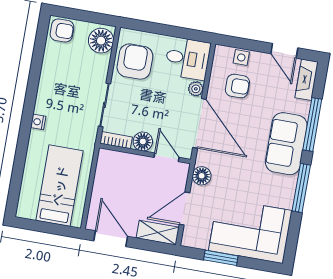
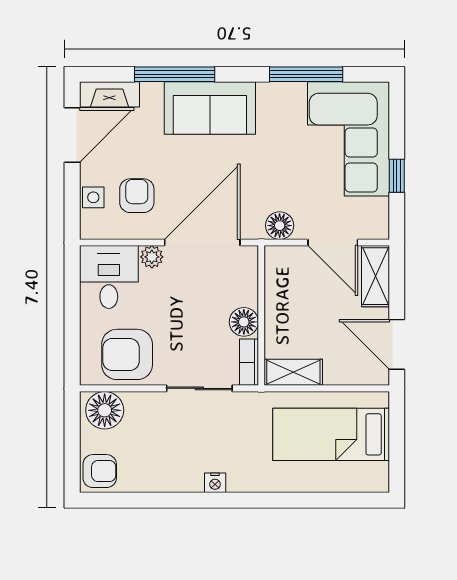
armchair: (62, 30) -> (100, 471), turned 90
door: (284, 51) -> (72, 135), width x1.38
nightstand: (38, 122) -> (215, 483), moved
door: (167, 157) -> (261, 282), removed
shelving: (104, 168) -> (293, 372), added
window: (301, 188) -> (306, 74), moved
door: (111, 239) -> (397, 344), hinge flipped
window: (221, 258) -> (397, 176), width x0.67

